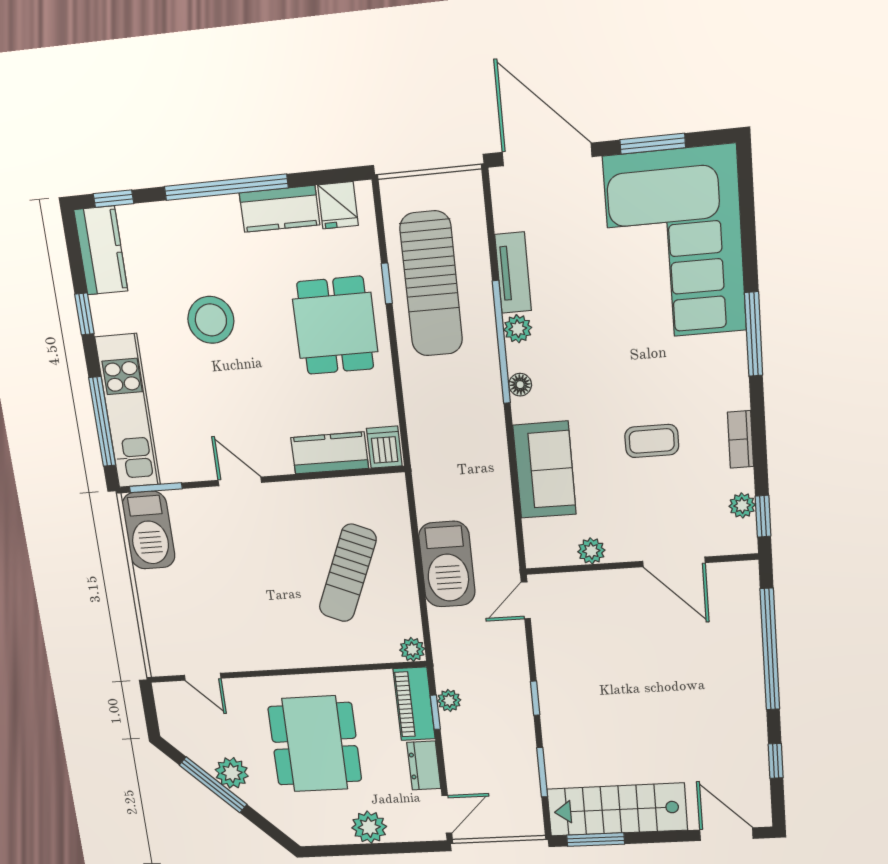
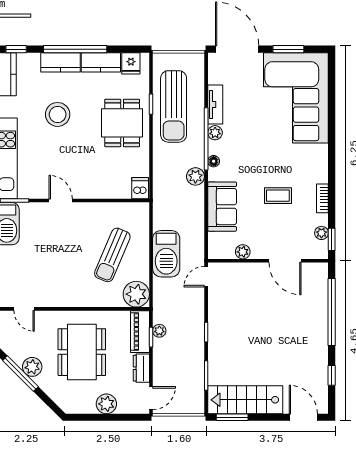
window: (754, 334) -> (332, 145), removed
plant: (488, 417) -> (195, 176), added
kitchen counter: (330, 453) -> (61, 62), moved, turned 180
plant: (412, 649) -> (136, 294), width x1.88, depth x1.88

